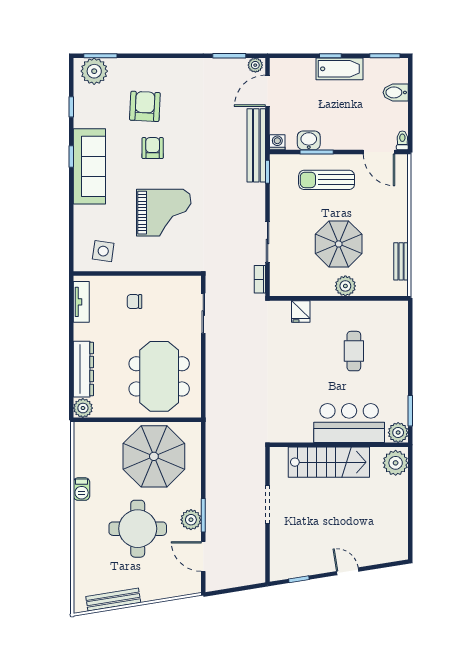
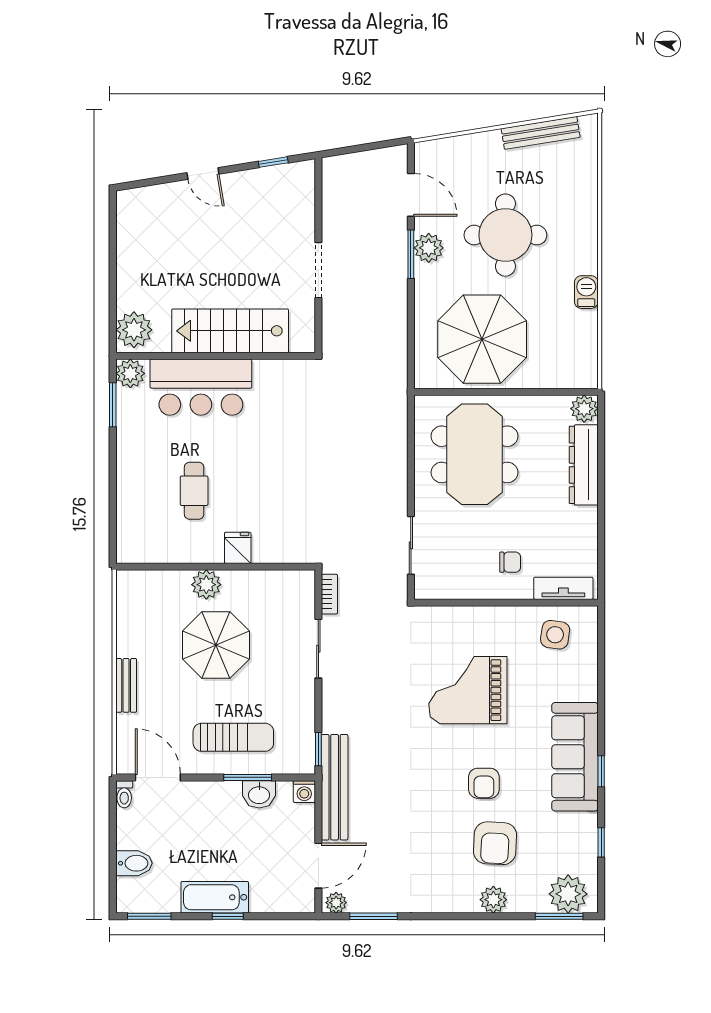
plant: (146, 67) -> (493, 900), added
bench: (401, 261) -> (126, 685), moved
tv unit: (81, 302) -> (563, 588), moved, turned 90
fridge: (301, 311) -> (238, 548), moved

